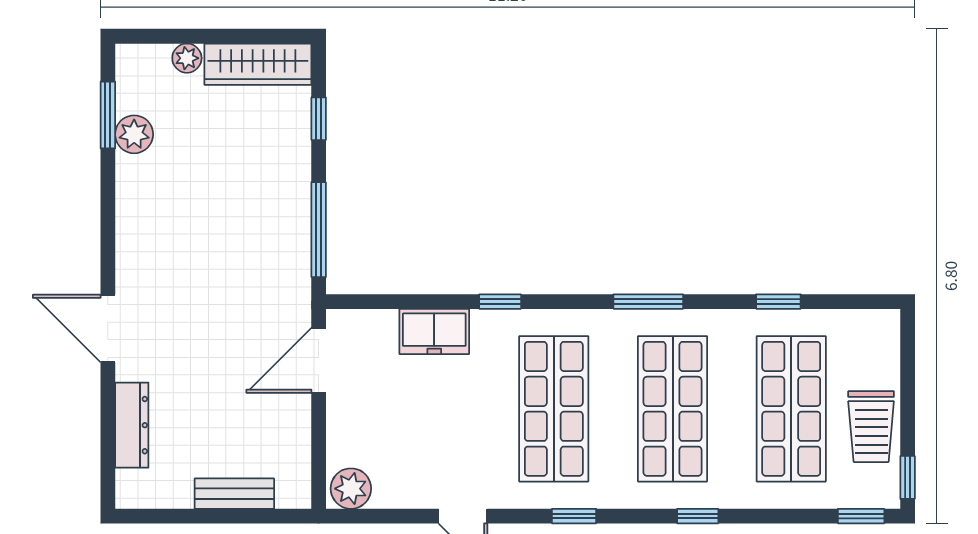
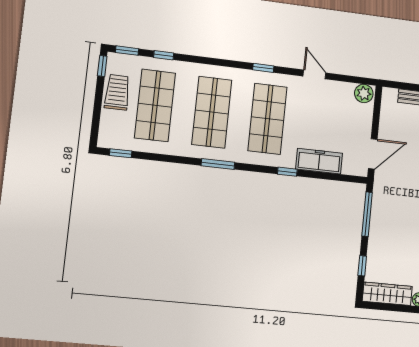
window: (778, 302) -> (121, 153), moved
freezer: (434, 331) -> (319, 161), width x1.40
window: (698, 516) -> (164, 55), moved

